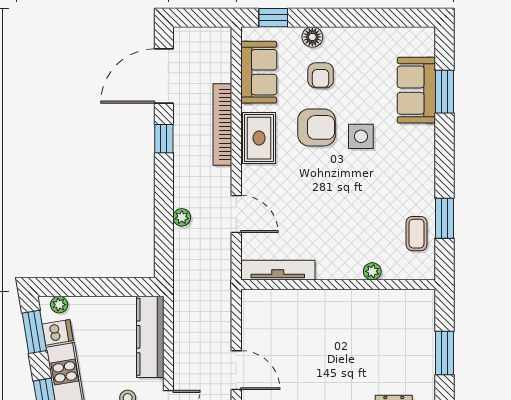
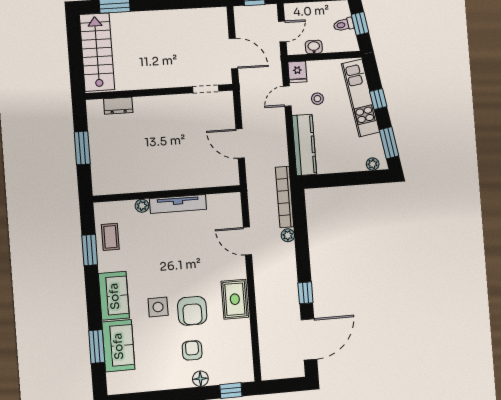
sofa: (259, 72) -> (114, 296), moved, turned 180
bookcase: (222, 124) -> (285, 197), moved, turned 180
armchair: (317, 127) -> (192, 311), turned -90
tv unit: (278, 270) -> (178, 204), moved
dishwasher: (58, 332) -> (372, 144), removed
door: (236, 370) -> (240, 144), moved

